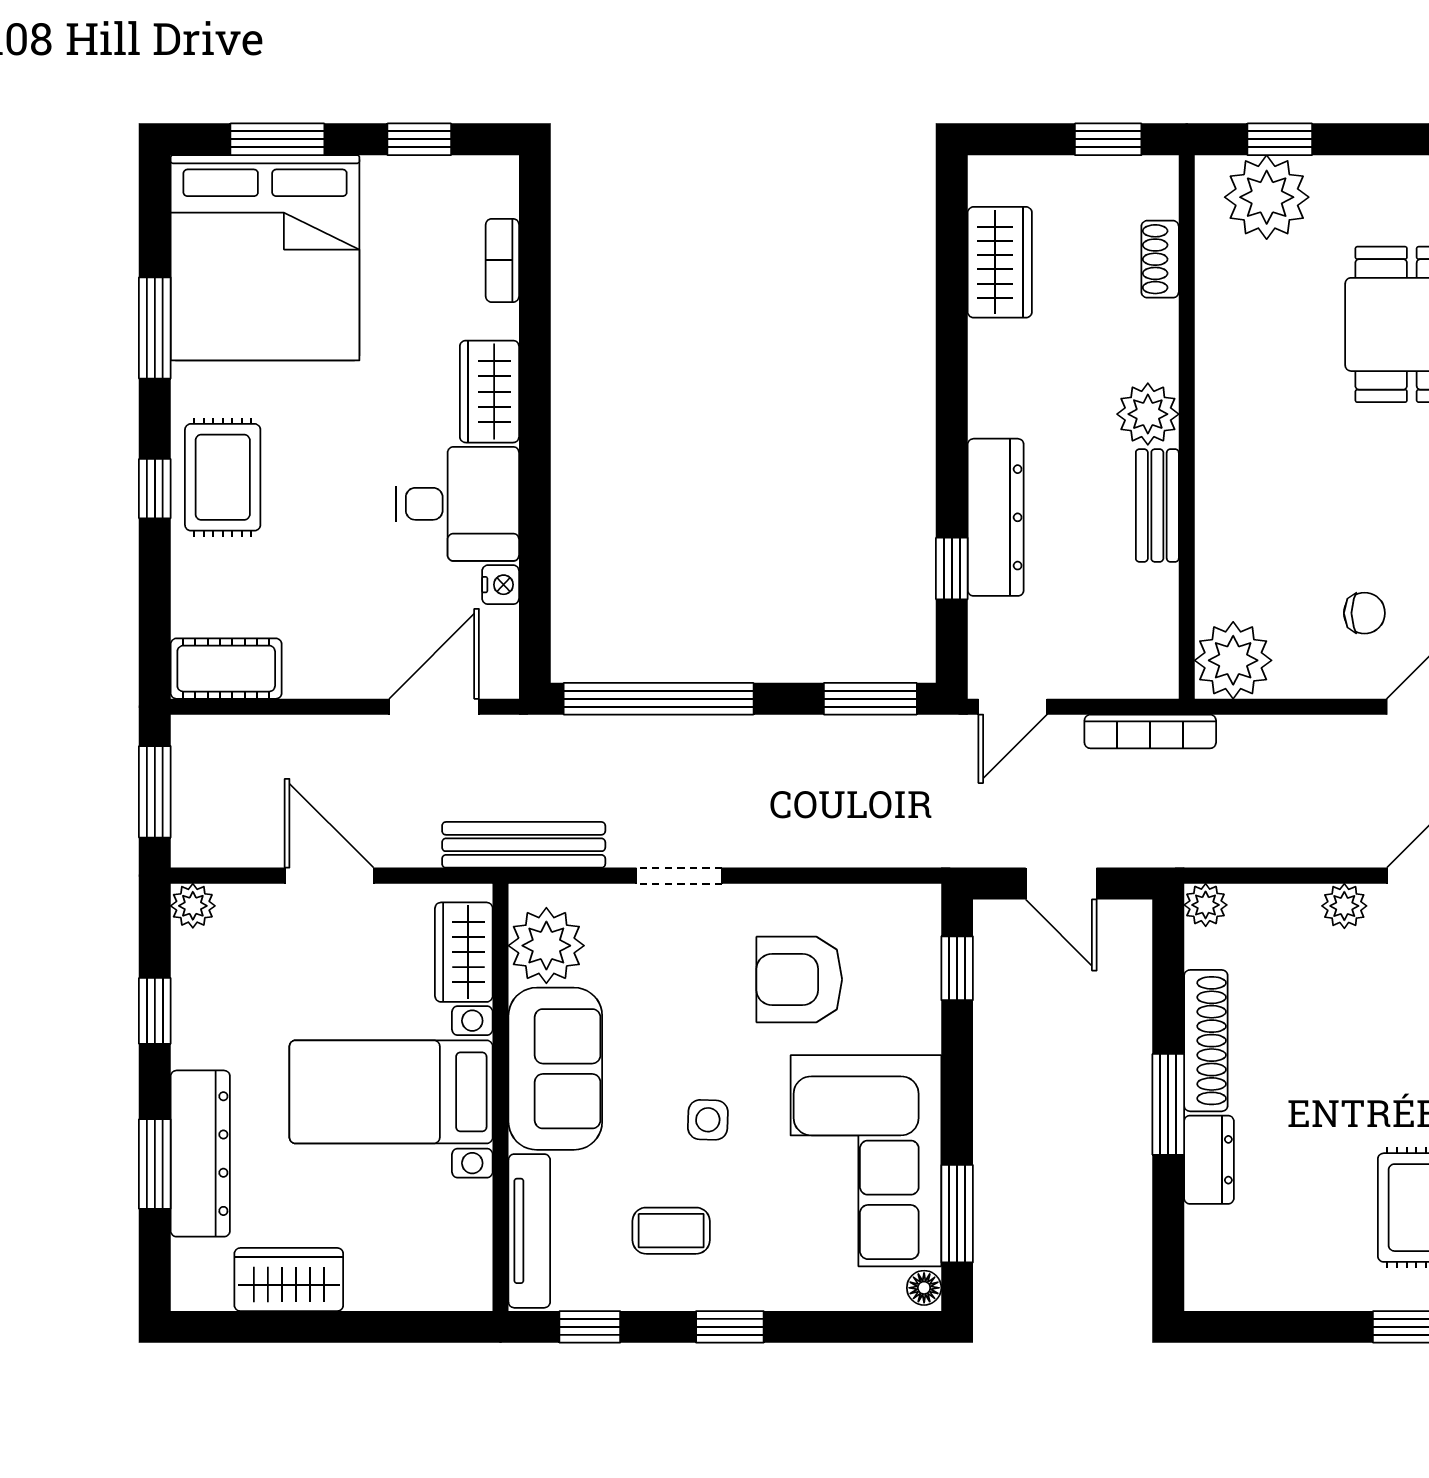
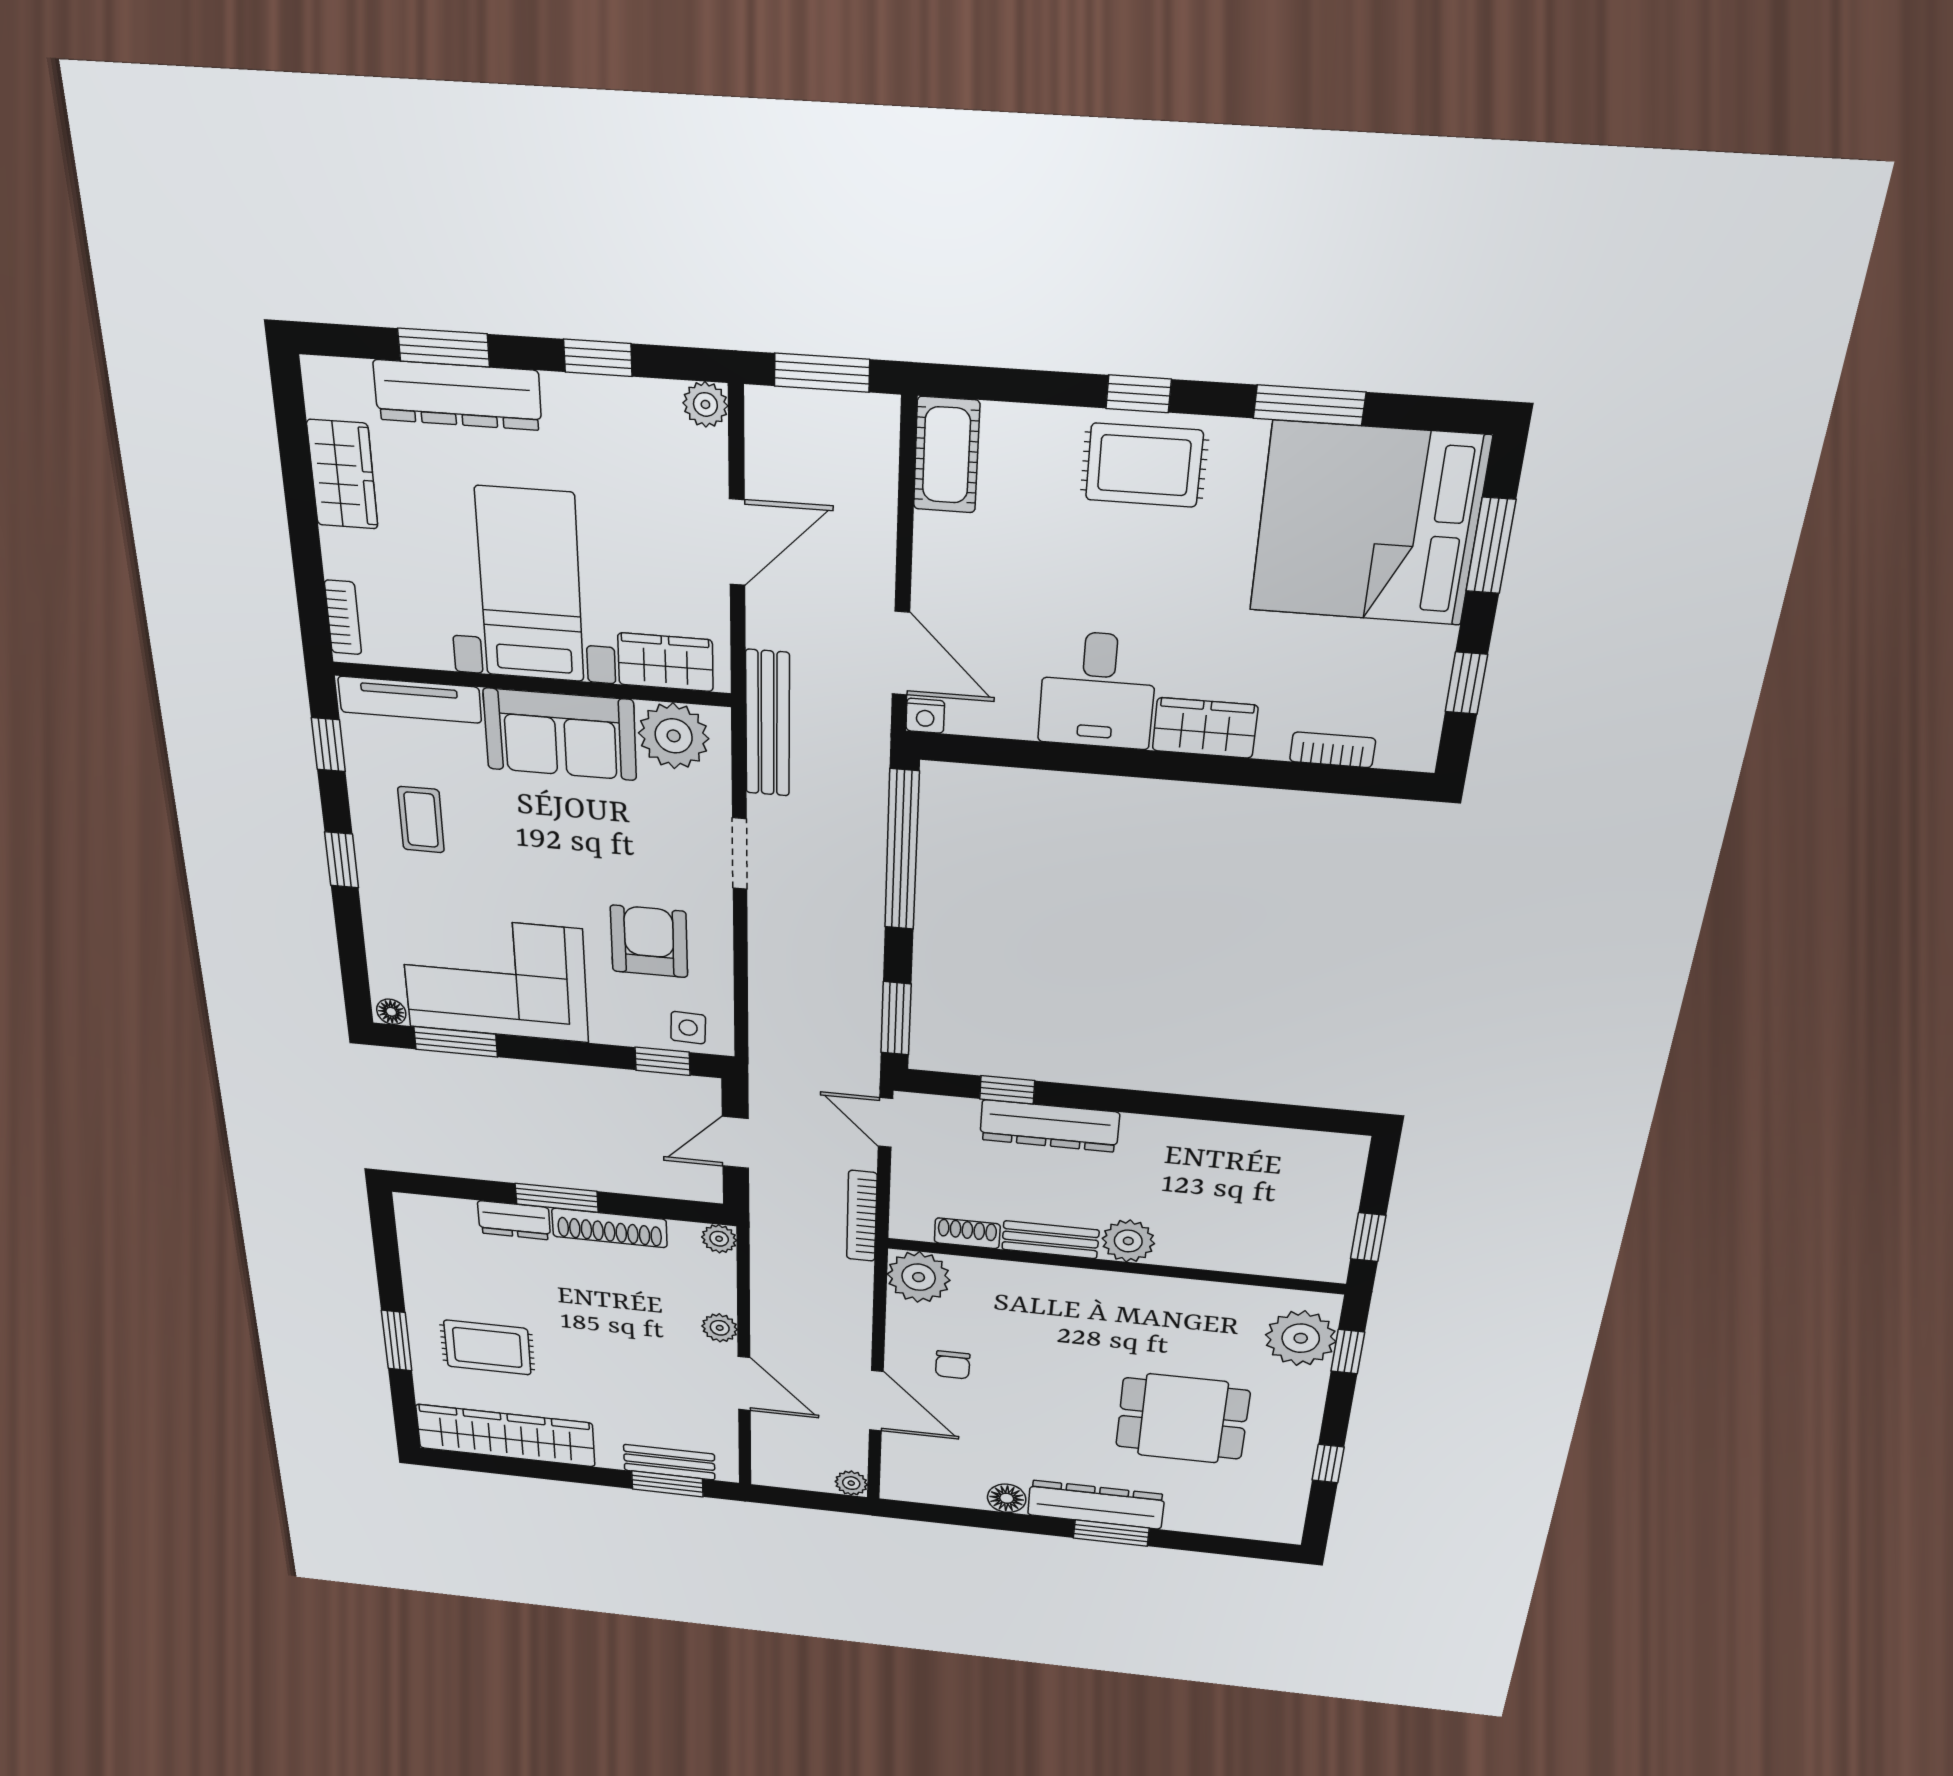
shoe rack: (1160, 259) -> (967, 1233), moved
wardrobe: (1000, 262) -> (1273, 1150), removed
nightstand: (501, 585) -> (925, 716), moved
side table: (708, 1120) -> (688, 1028), moved
bookcase: (442, 1295) -> (343, 617), added

